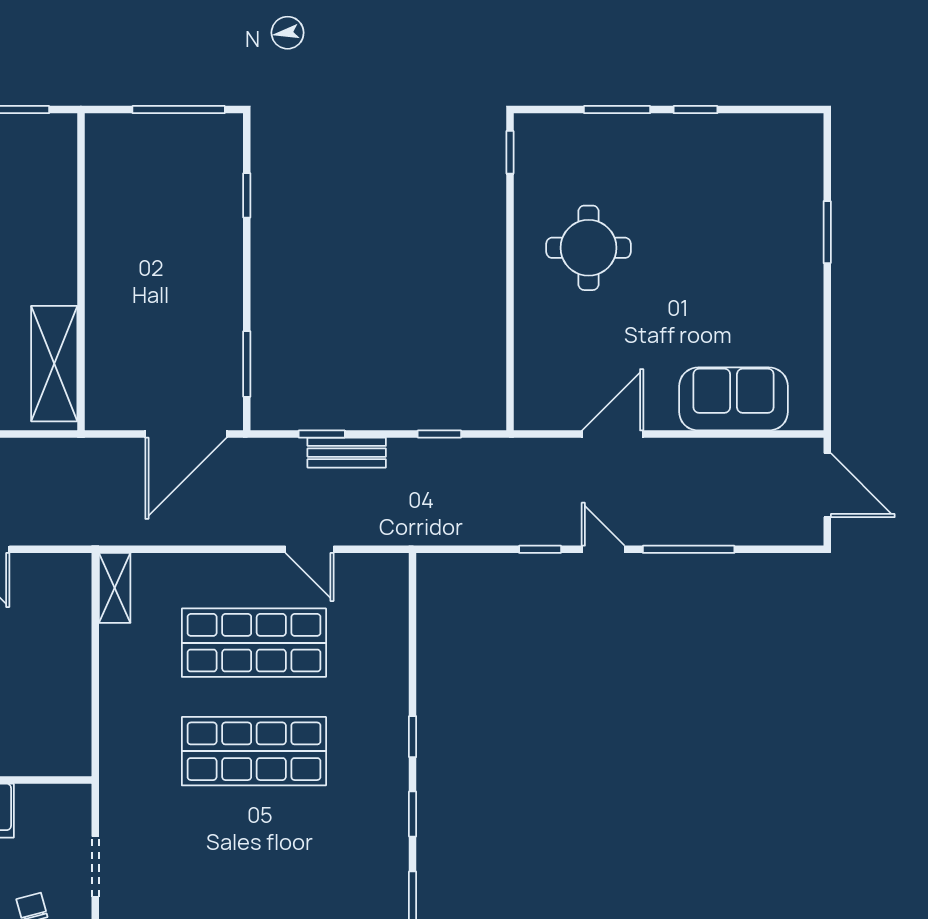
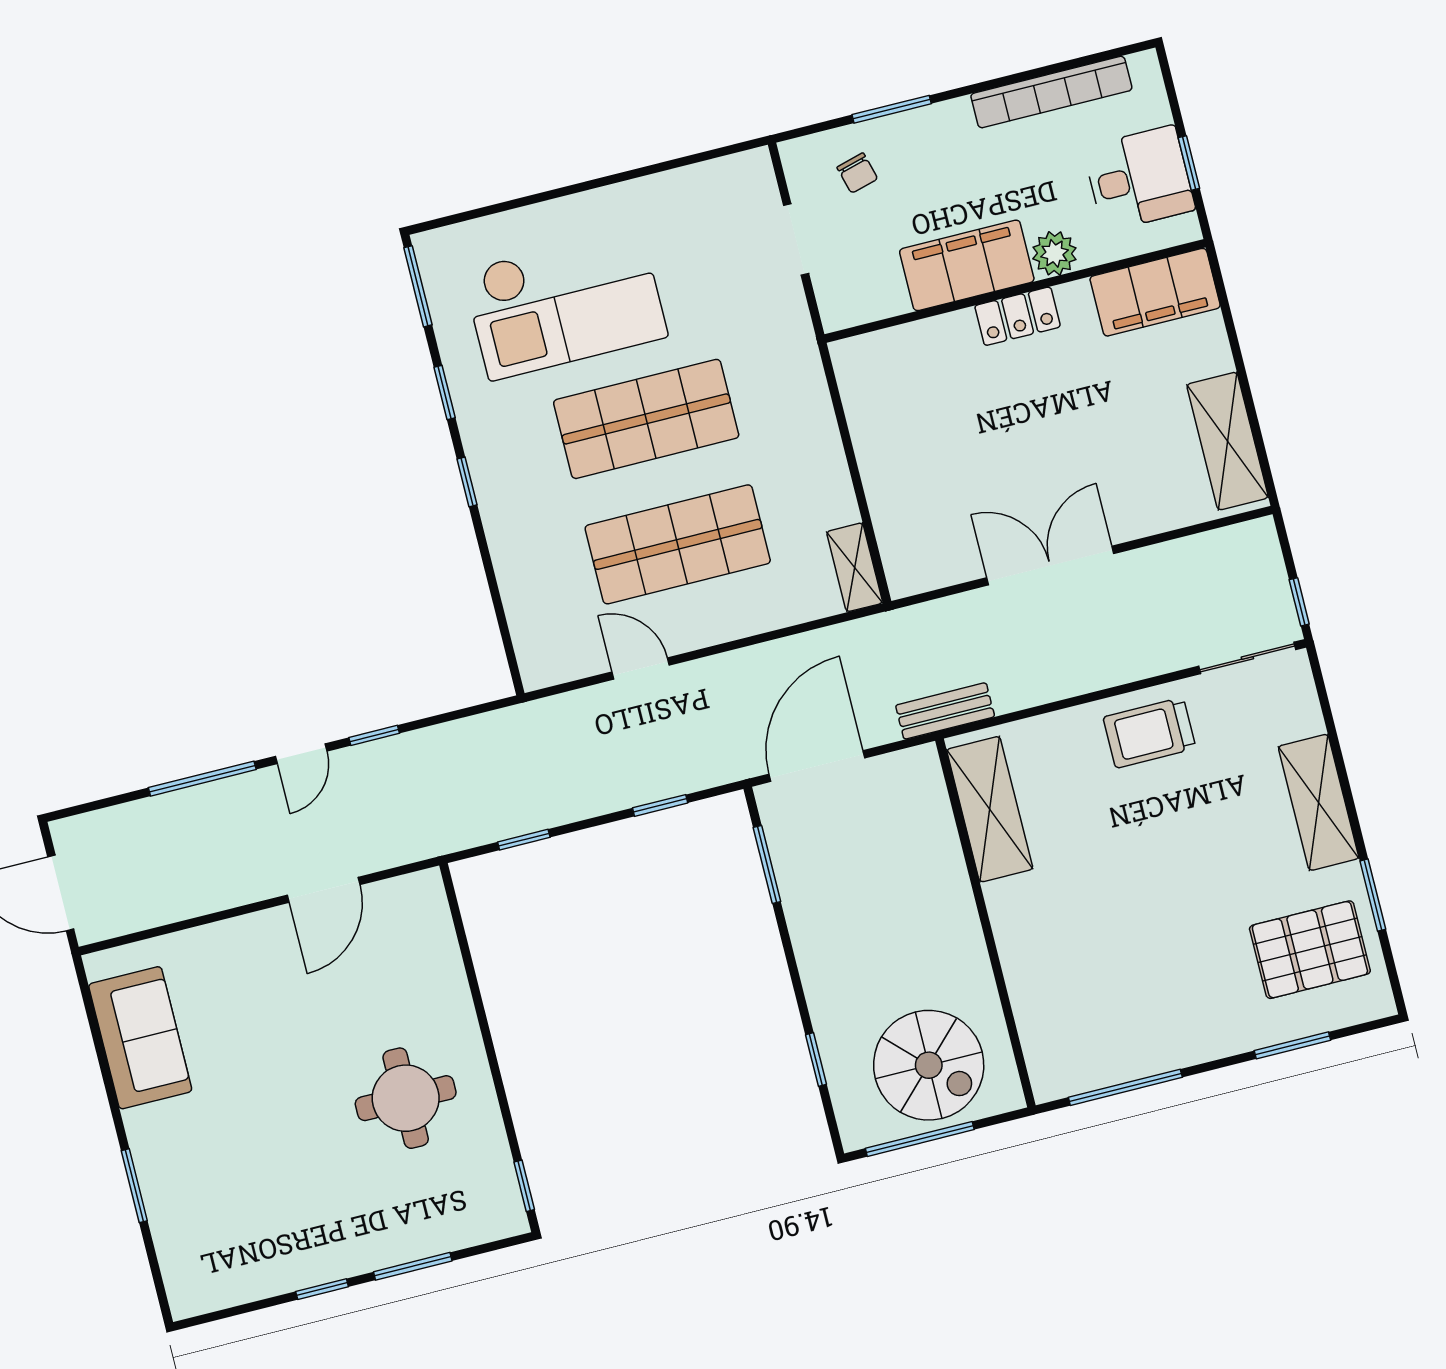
spiral stairs: (156, 168) -> (929, 1065), added
sofa: (734, 399) -> (140, 1038), moved, turned -90
bench: (347, 453) -> (945, 711), moved
door: (603, 549) -> (301, 754), hinge flipped
checkout: (296, 862) -> (565, 304), added

